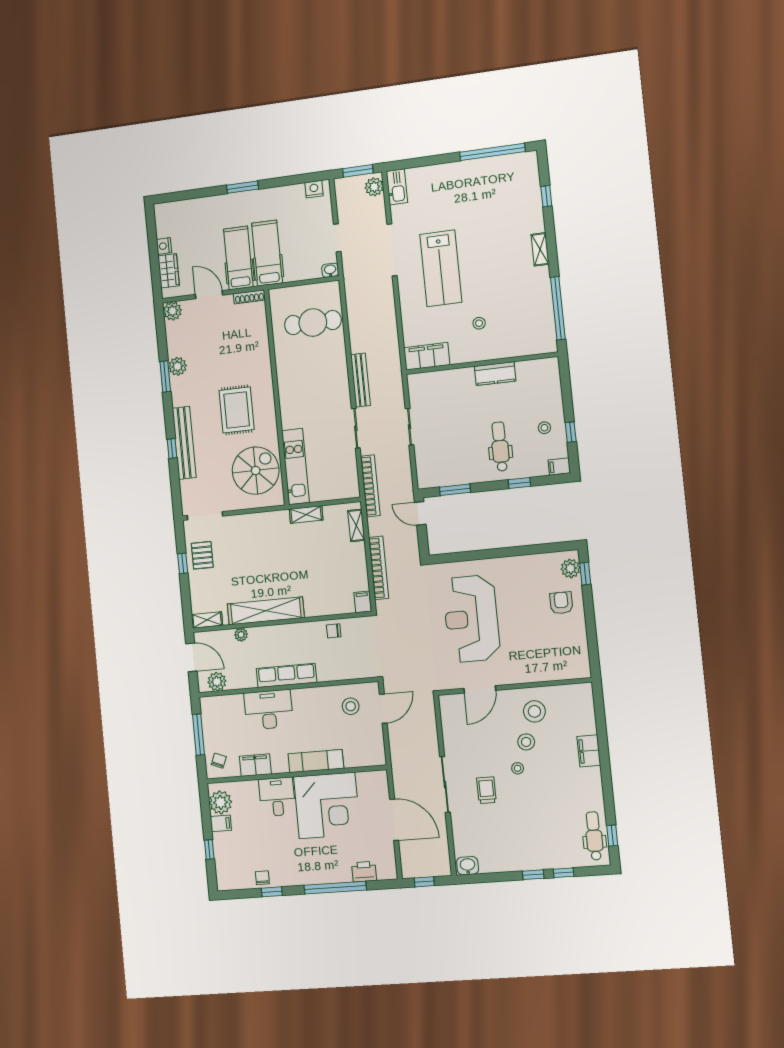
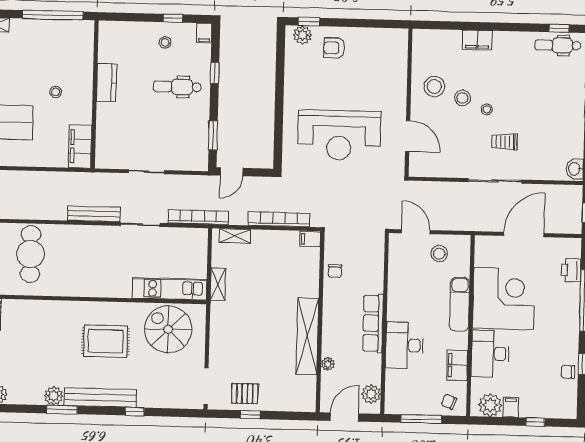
bench: (184, 443) -> (100, 398), moved
shelving: (207, 620) -> (309, 397), removed
stool: (351, 706) -> (439, 254), moved
desk: (277, 797) -> (490, 354), width x1.37

